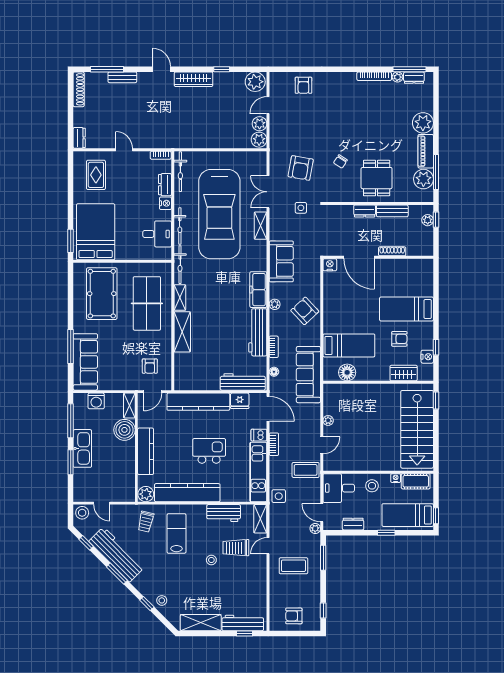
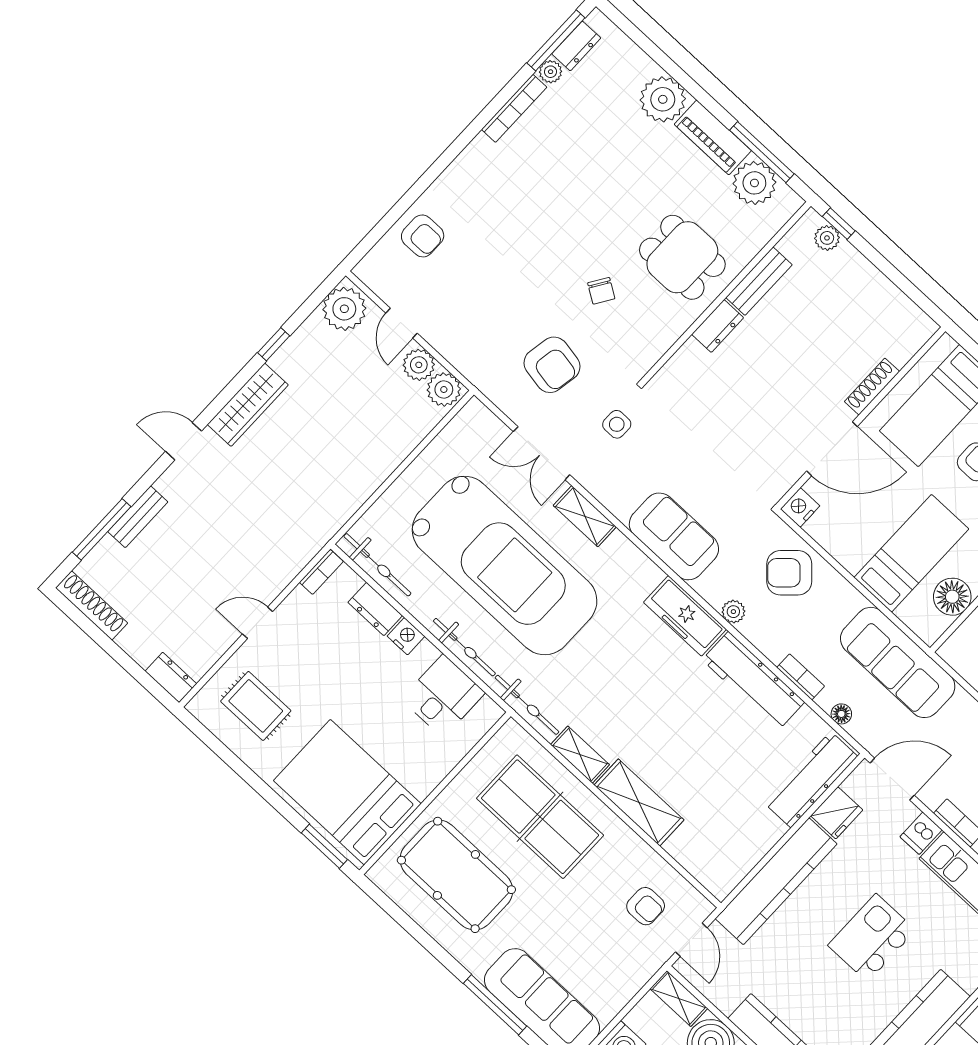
shoe rack: (392, 251) -> (872, 387), moved
door: (359, 257) -> (832, 449), moved
wall: (378, 257) -> (861, 418), moved
nightstand: (330, 265) -> (800, 507), moved

